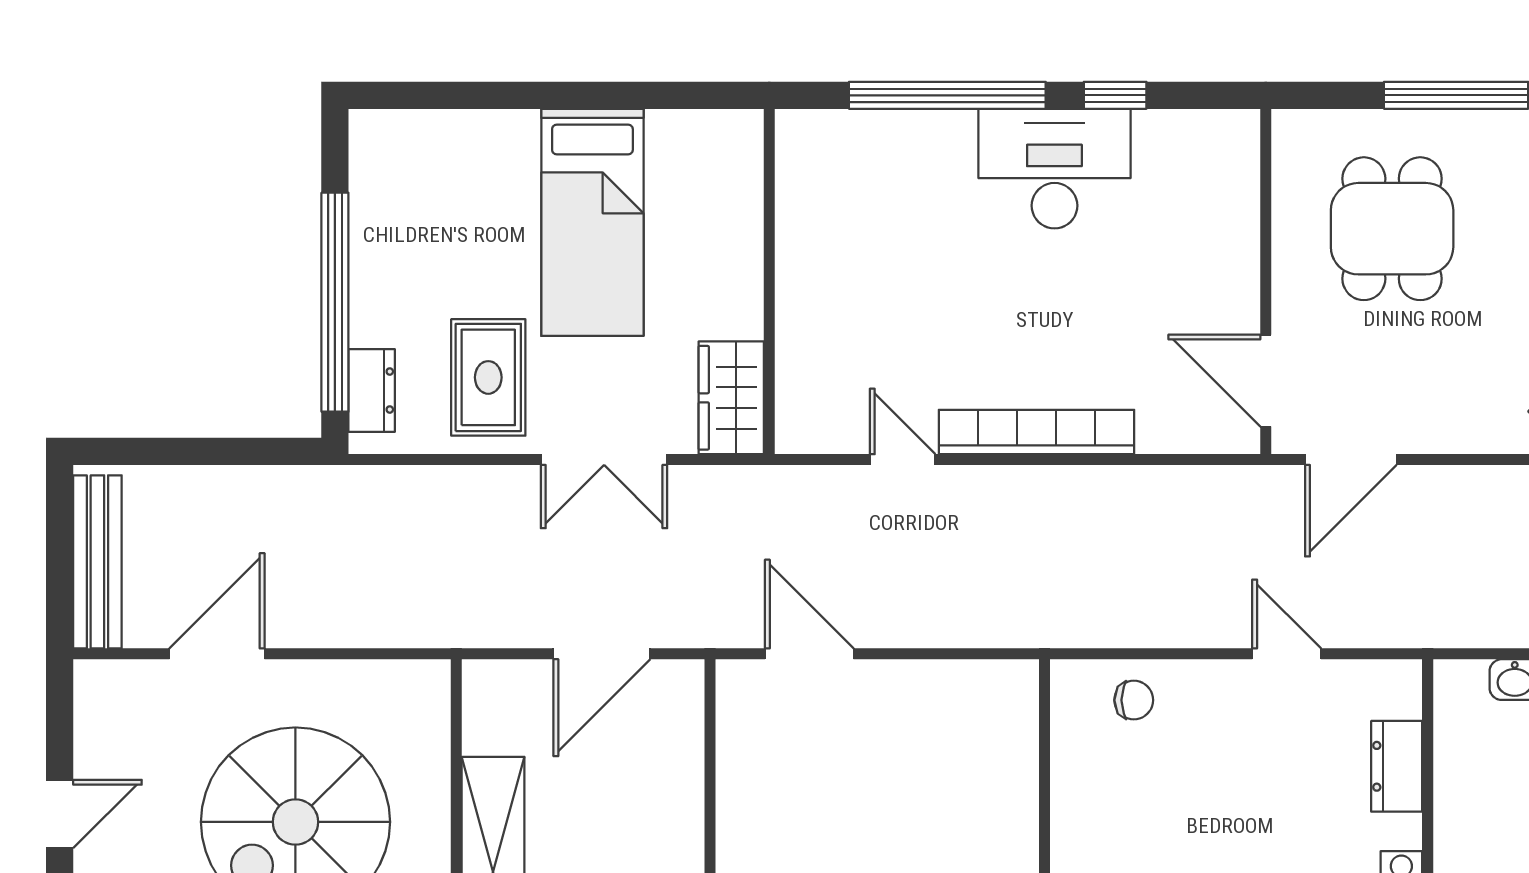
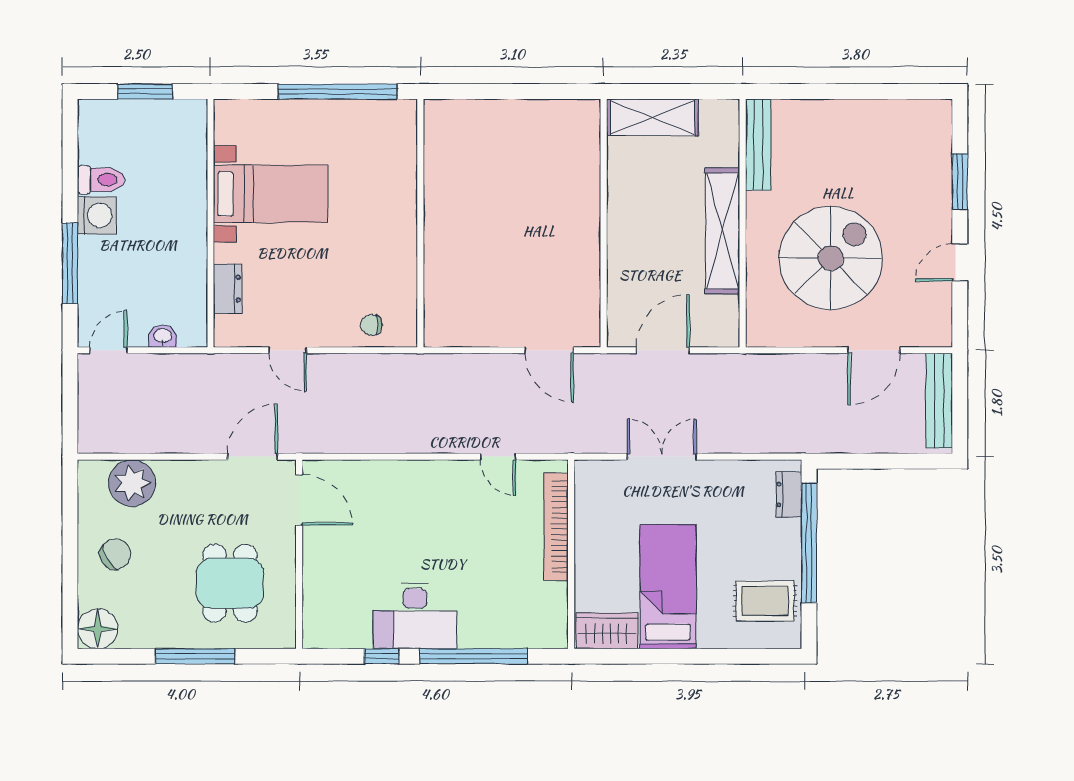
rug: (488, 377) -> (765, 601), moved, turned 90
wardrobe: (731, 398) -> (607, 631), moved, turned -90
bookcase: (1037, 432) -> (556, 527), moved, turned 90

